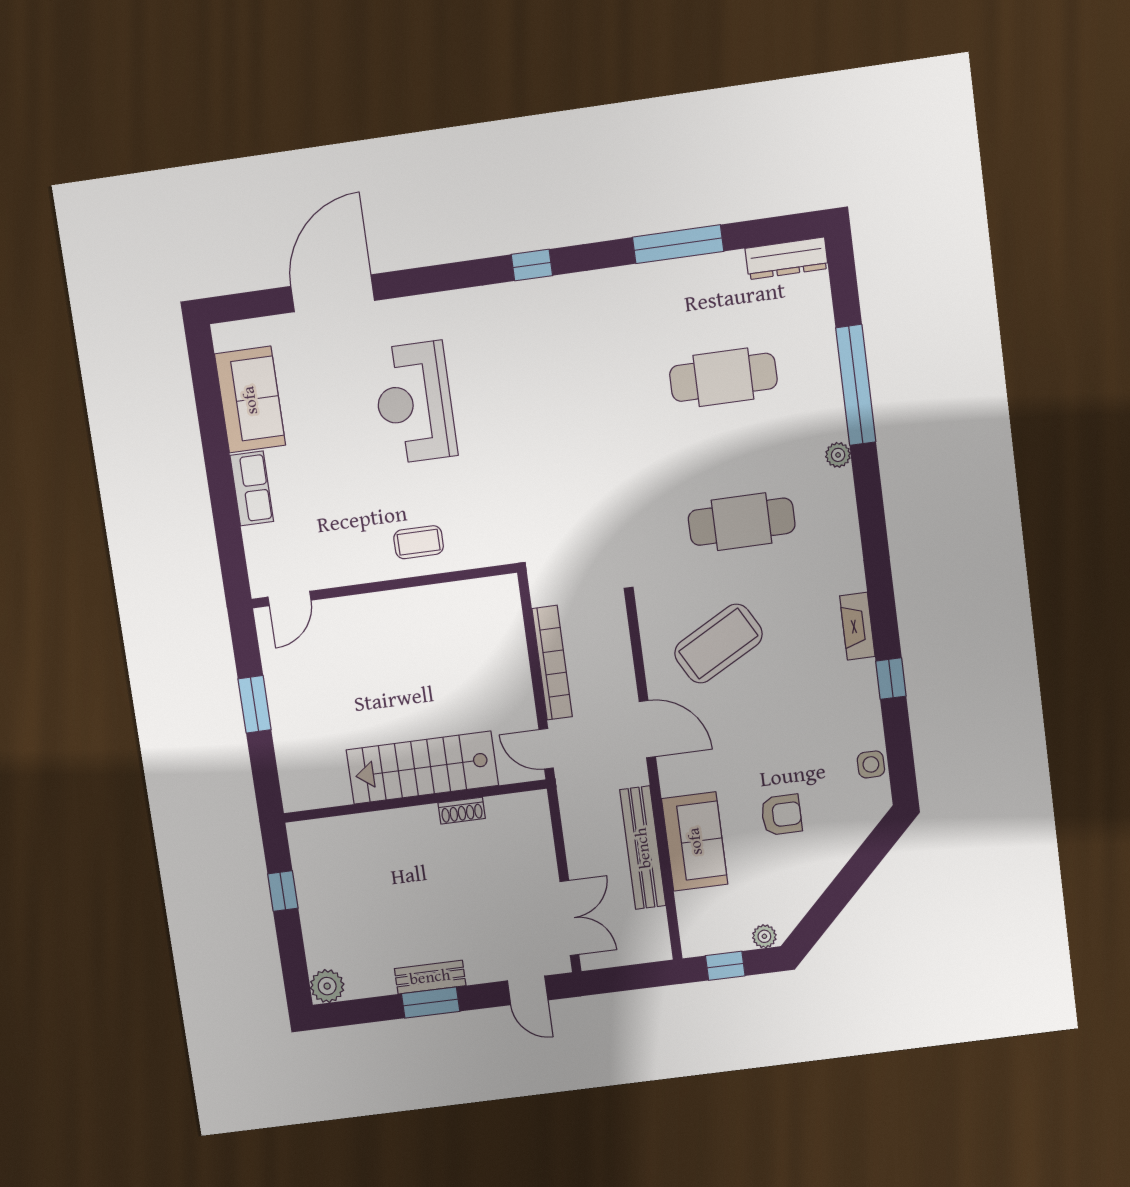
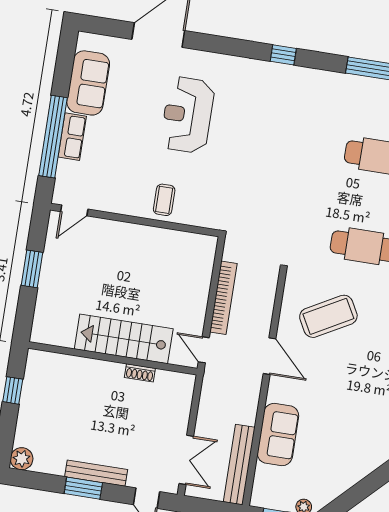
window: (223, 497) -> (53, 137), added
coffee table: (419, 542) -> (164, 200), turned 90
armchair: (781, 815) -> (336, 434), removed
bench: (643, 848) -> (239, 465), moved
bench: (430, 977) -> (96, 473), width x1.36

